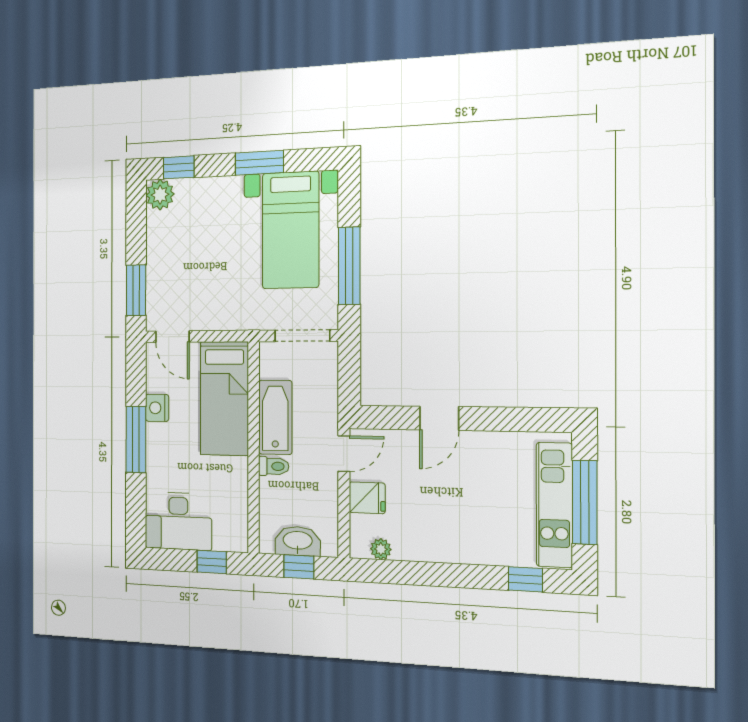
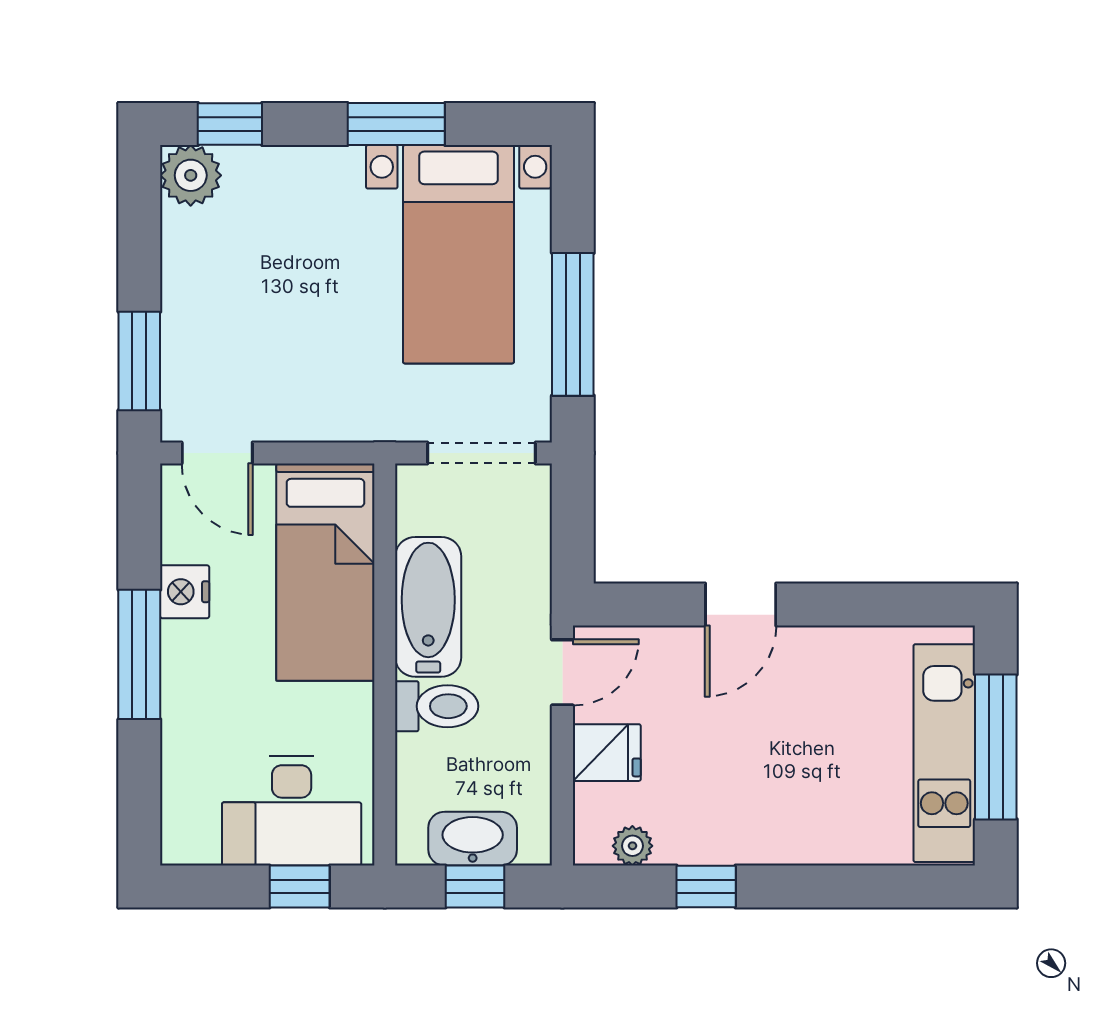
toilet: (274, 466) -> (437, 706), width x1.37, depth x1.39
desk: (178, 521) -> (292, 811), moved
window: (525, 579) -> (706, 887), moved

